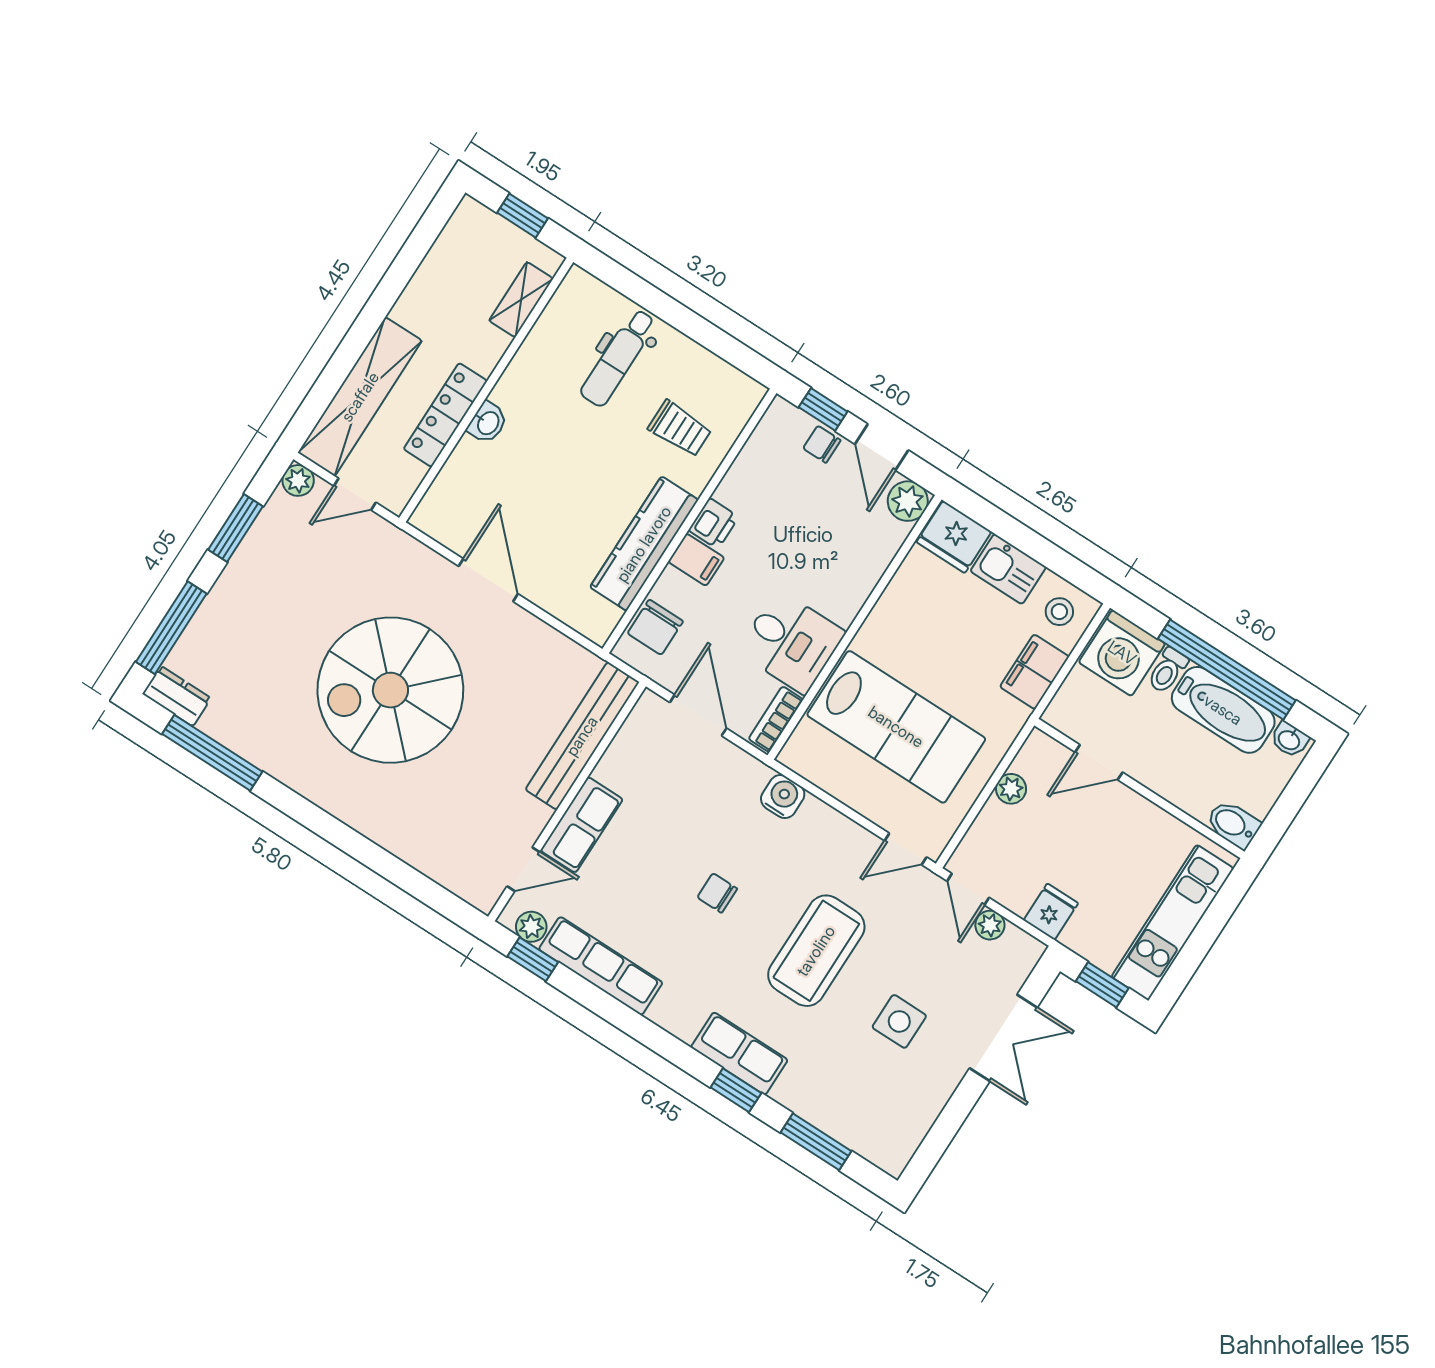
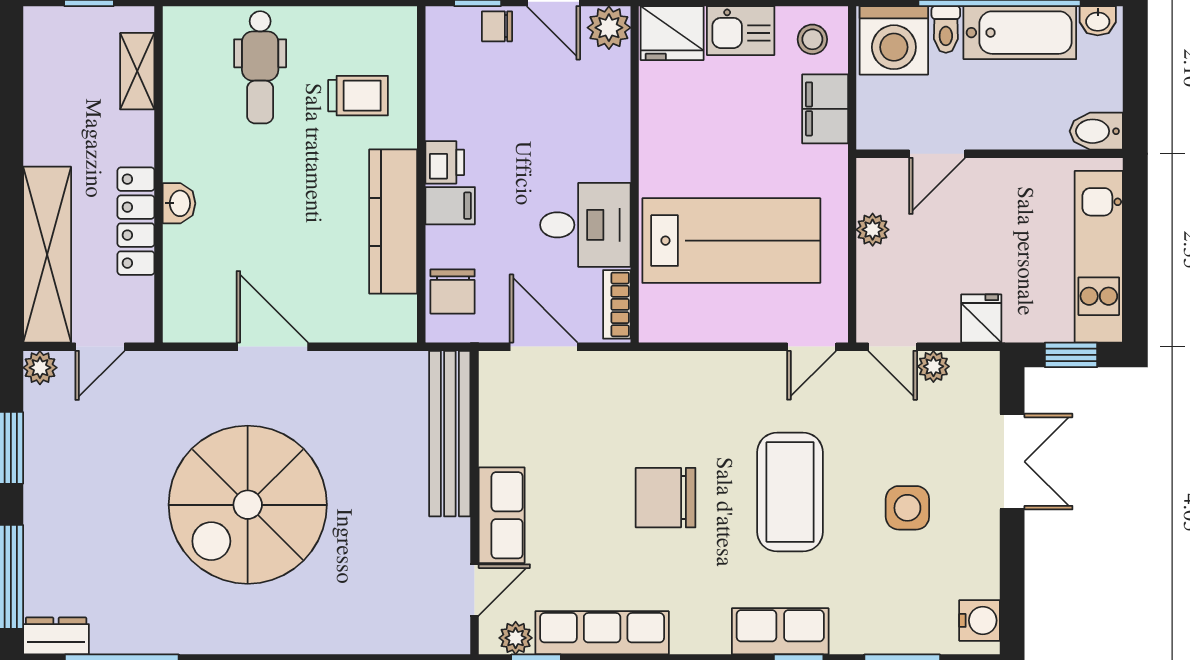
water cooler: (783, 797) -> (980, 620), moved, turned 90
chair: (717, 893) -> (666, 498), width x1.87, depth x1.87

